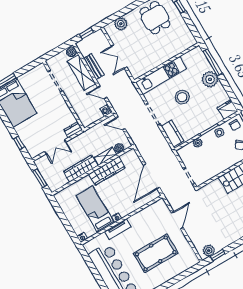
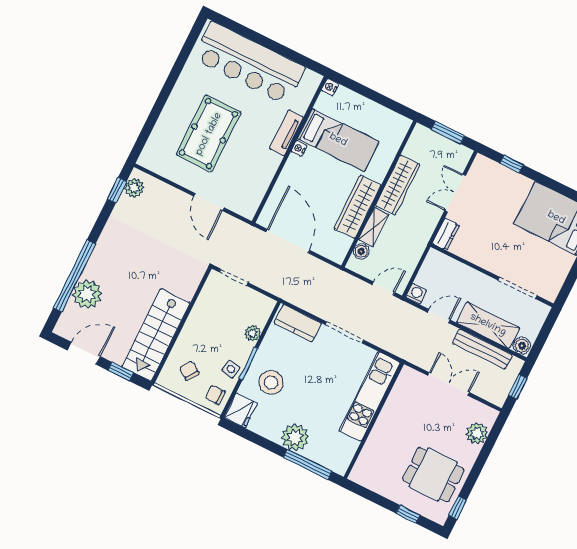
bench: (94, 67) -> (482, 349), width x1.36
stool: (182, 97) -> (271, 383), moved

